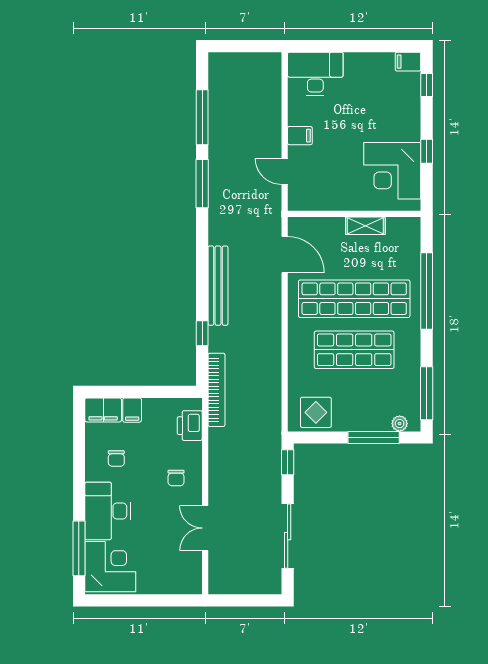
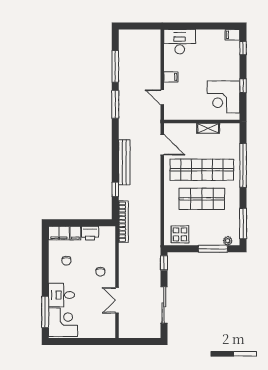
printer: (190, 426) -> (90, 233), moved, turned -90
desk: (108, 511) -> (61, 295), width x0.73

